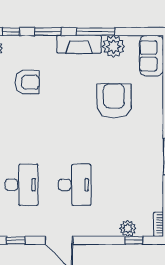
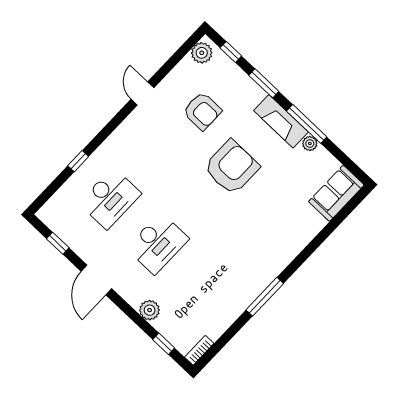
plant: (113, 46) -> (310, 143), width x0.53, depth x0.53
armchair: (114, 101) -> (232, 167), moved
plant: (128, 228) -> (150, 310), moved

